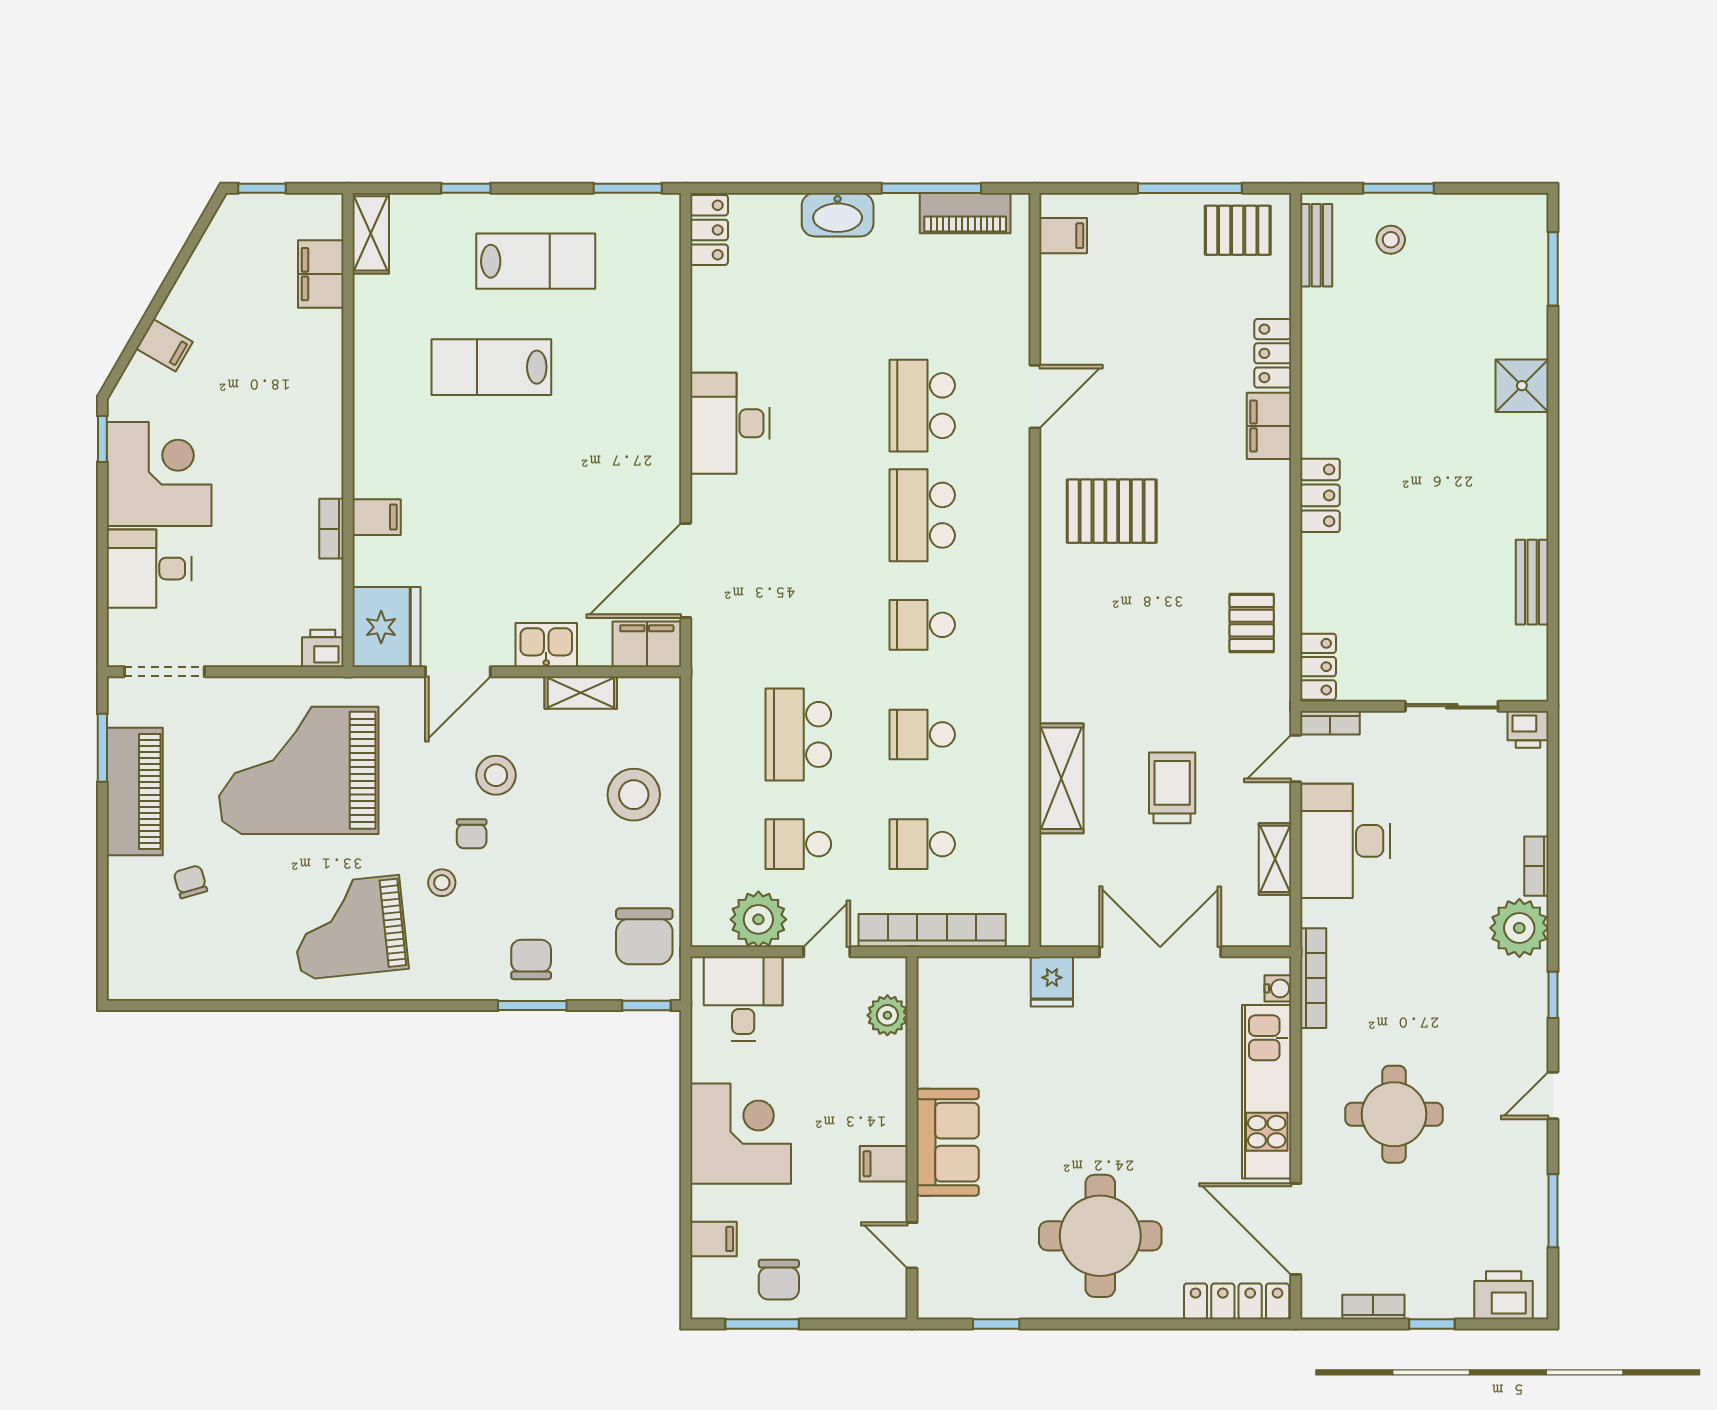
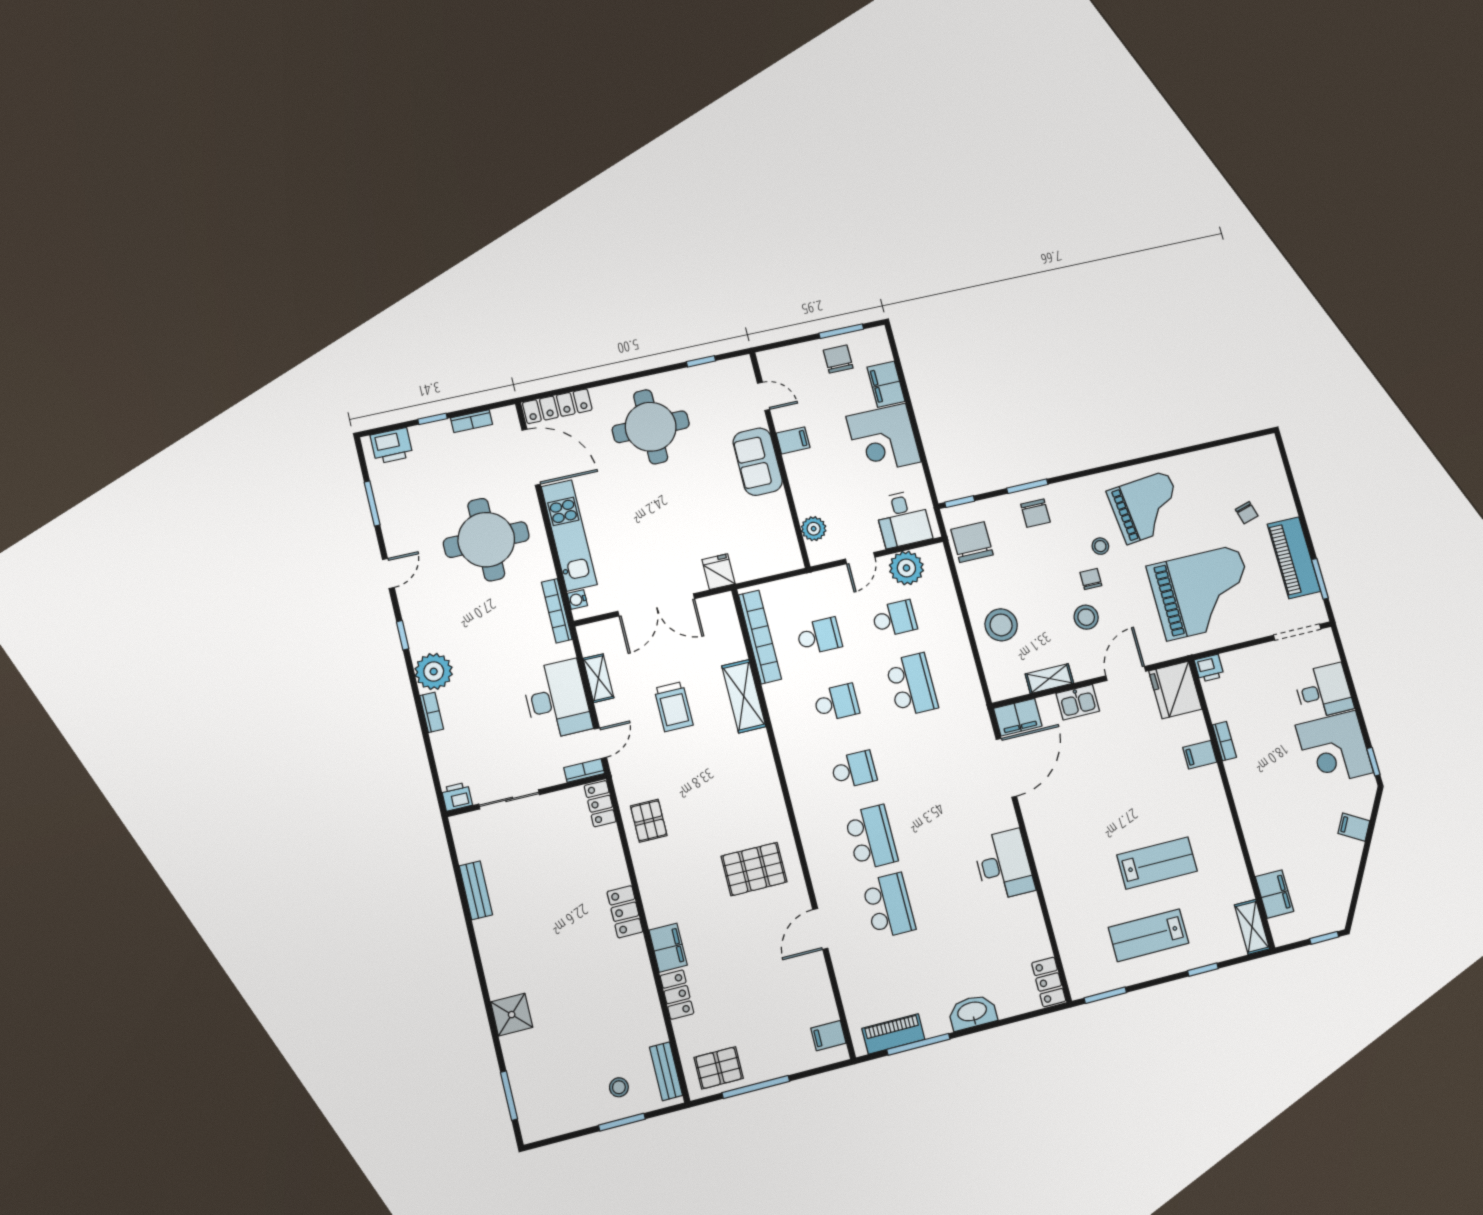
bookcase: (932, 931) -> (760, 637), moved, turned -90
round table: (1394, 1114) -> (486, 540), width x1.36, depth x1.36
filing cabinet: (713, 1239) -> (886, 384), width x2.00

